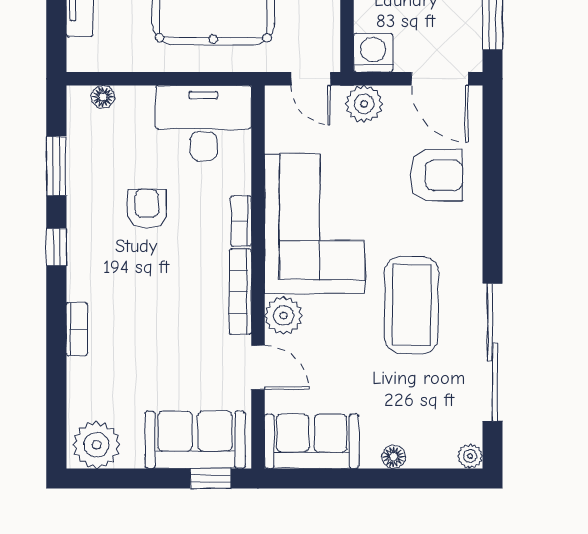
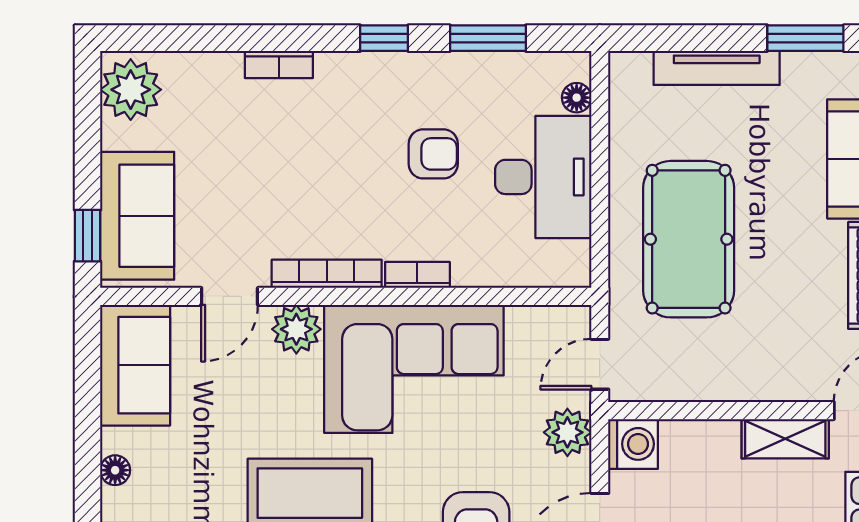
desk: (204, 123) -> (543, 177), moved

